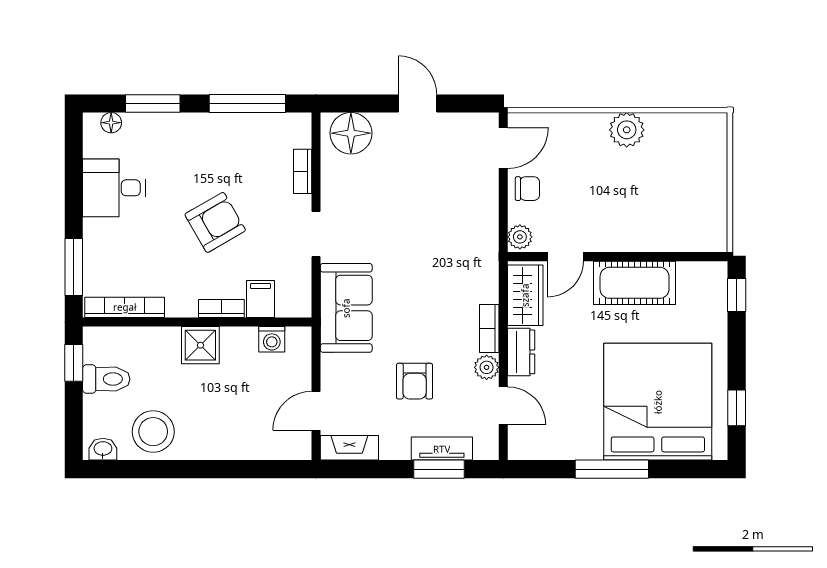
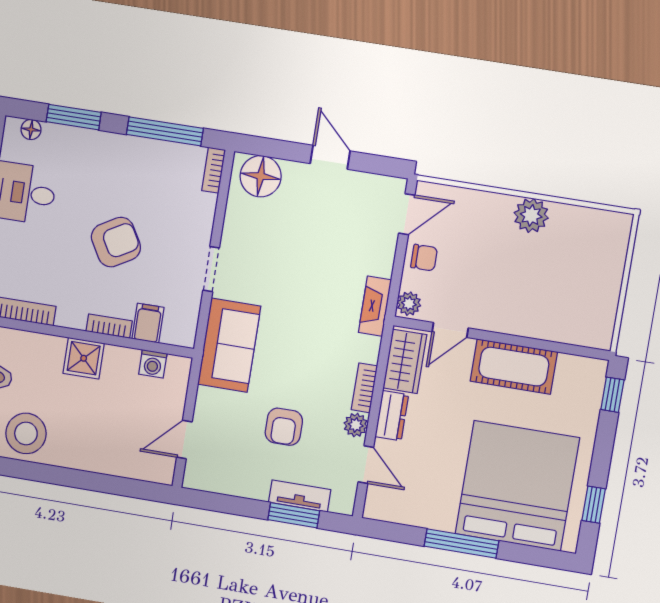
bookcase: (303, 171) -> (214, 170), moved
fireplace: (349, 448) -> (375, 306), moved, turned -90

